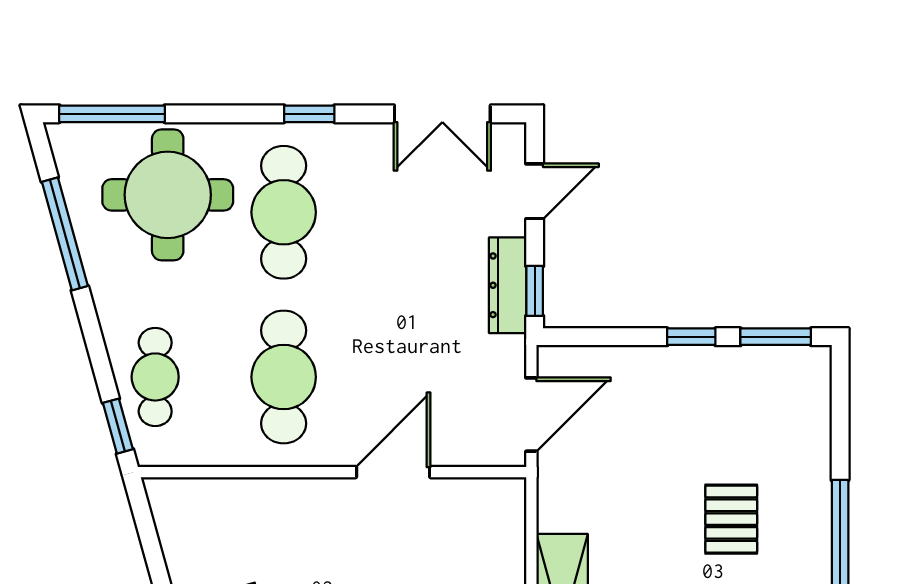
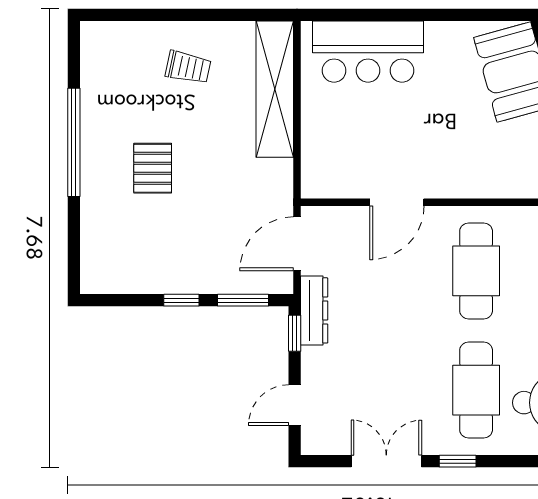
double door: (442, 114) -> (386, 461), moved
dresser: (508, 285) -> (314, 310), moved
window: (776, 337) -> (243, 300), moved

